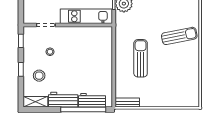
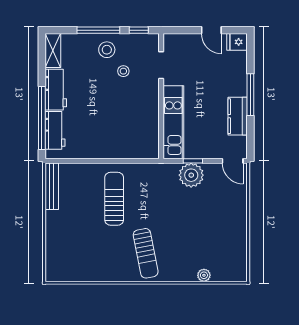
sun lounger: (141, 58) -> (114, 199), turned -90
window: (21, 69) -> (98, 30), width x2.17
stool: (39, 76) -> (107, 50), moved
bench: (127, 103) -> (52, 186), width x1.36

